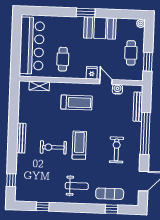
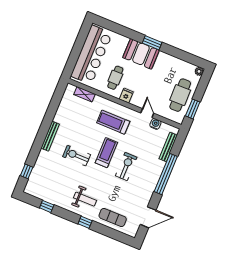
booth: (100, 28) -> (141, 54), moved
cafe table: (131, 53) -> (180, 95), width x1.37, depth x1.35
fridge: (92, 73) -> (126, 96), moved
treadmill: (76, 102) -> (113, 122), turned 180
treadmill: (79, 145) -> (106, 153), moved
exercise bike: (116, 150) -> (126, 167), moved
window: (111, 209) -> (85, 222), moved

